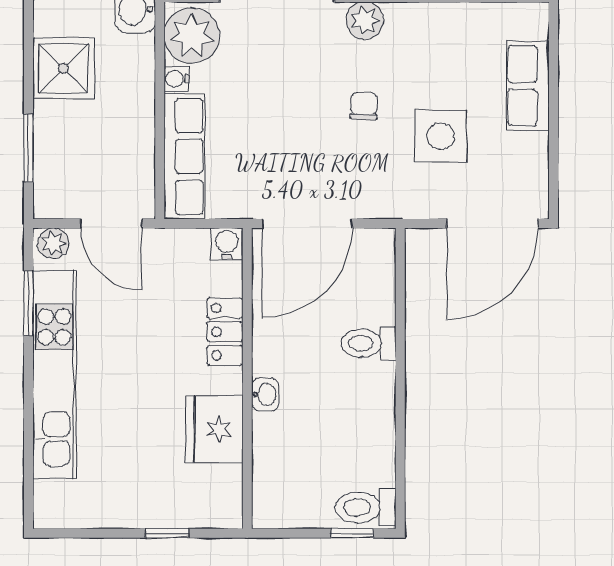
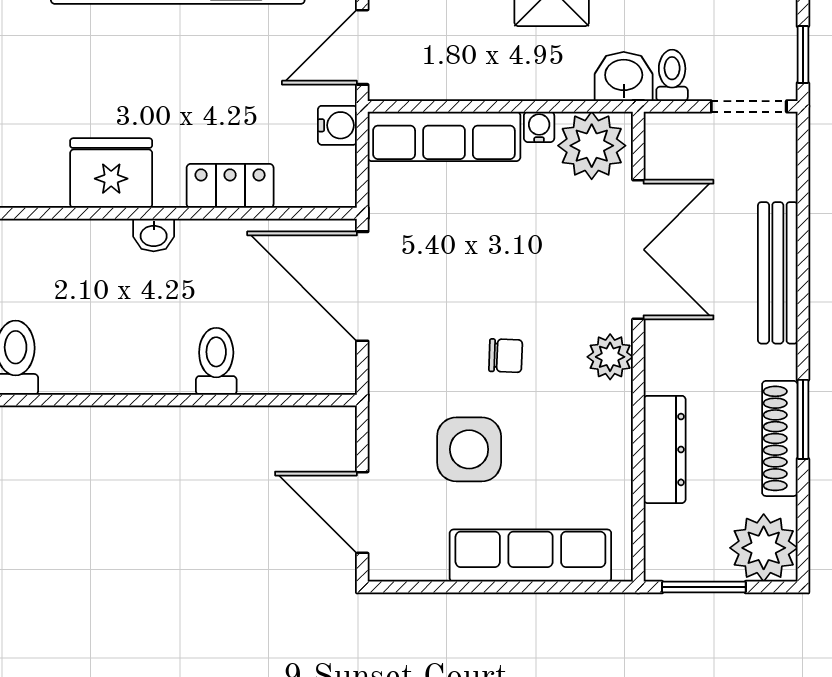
row of seats: (528, 86) -> (530, 556), width x1.48
door: (492, 223) -> (362, 512), width x0.73
water cooler: (227, 244) -> (337, 125), moved

